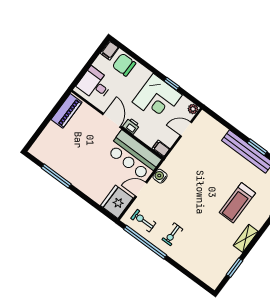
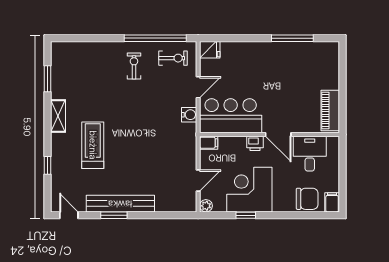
desk: (95, 84) -> (310, 154), moved, turned -90
fridge: (117, 202) -> (210, 50), width x0.53, depth x0.75

